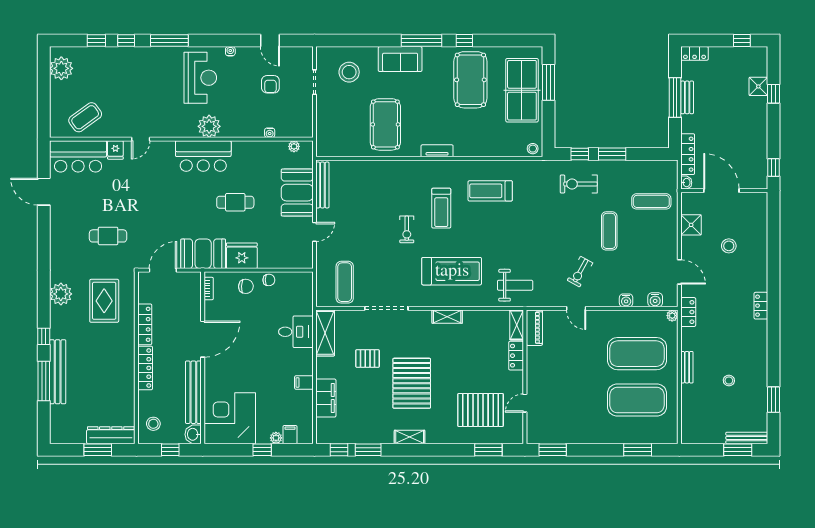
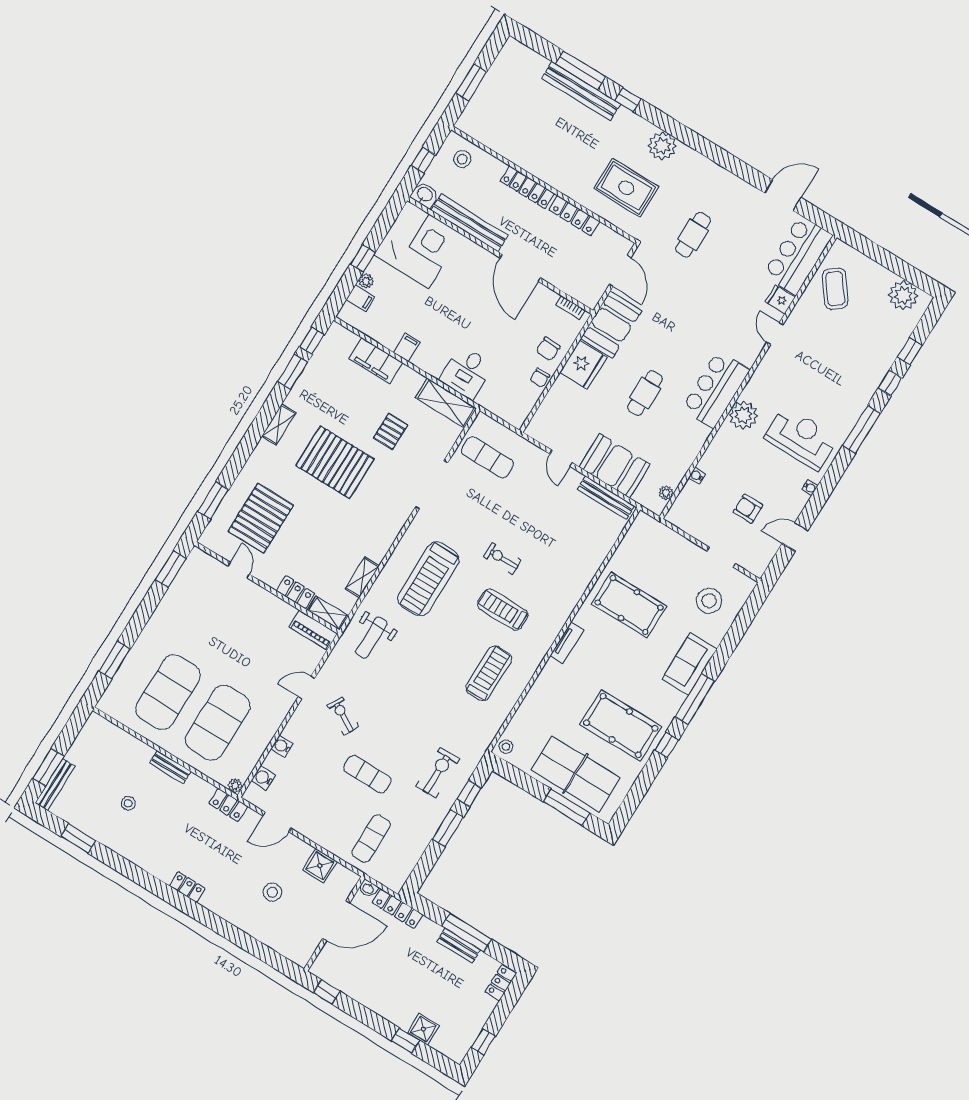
reception desk: (200, 78) -> (801, 438), turned 180
shelving: (447, 317) -> (362, 577), moved
dresser: (111, 435) -> (478, 106), removed

